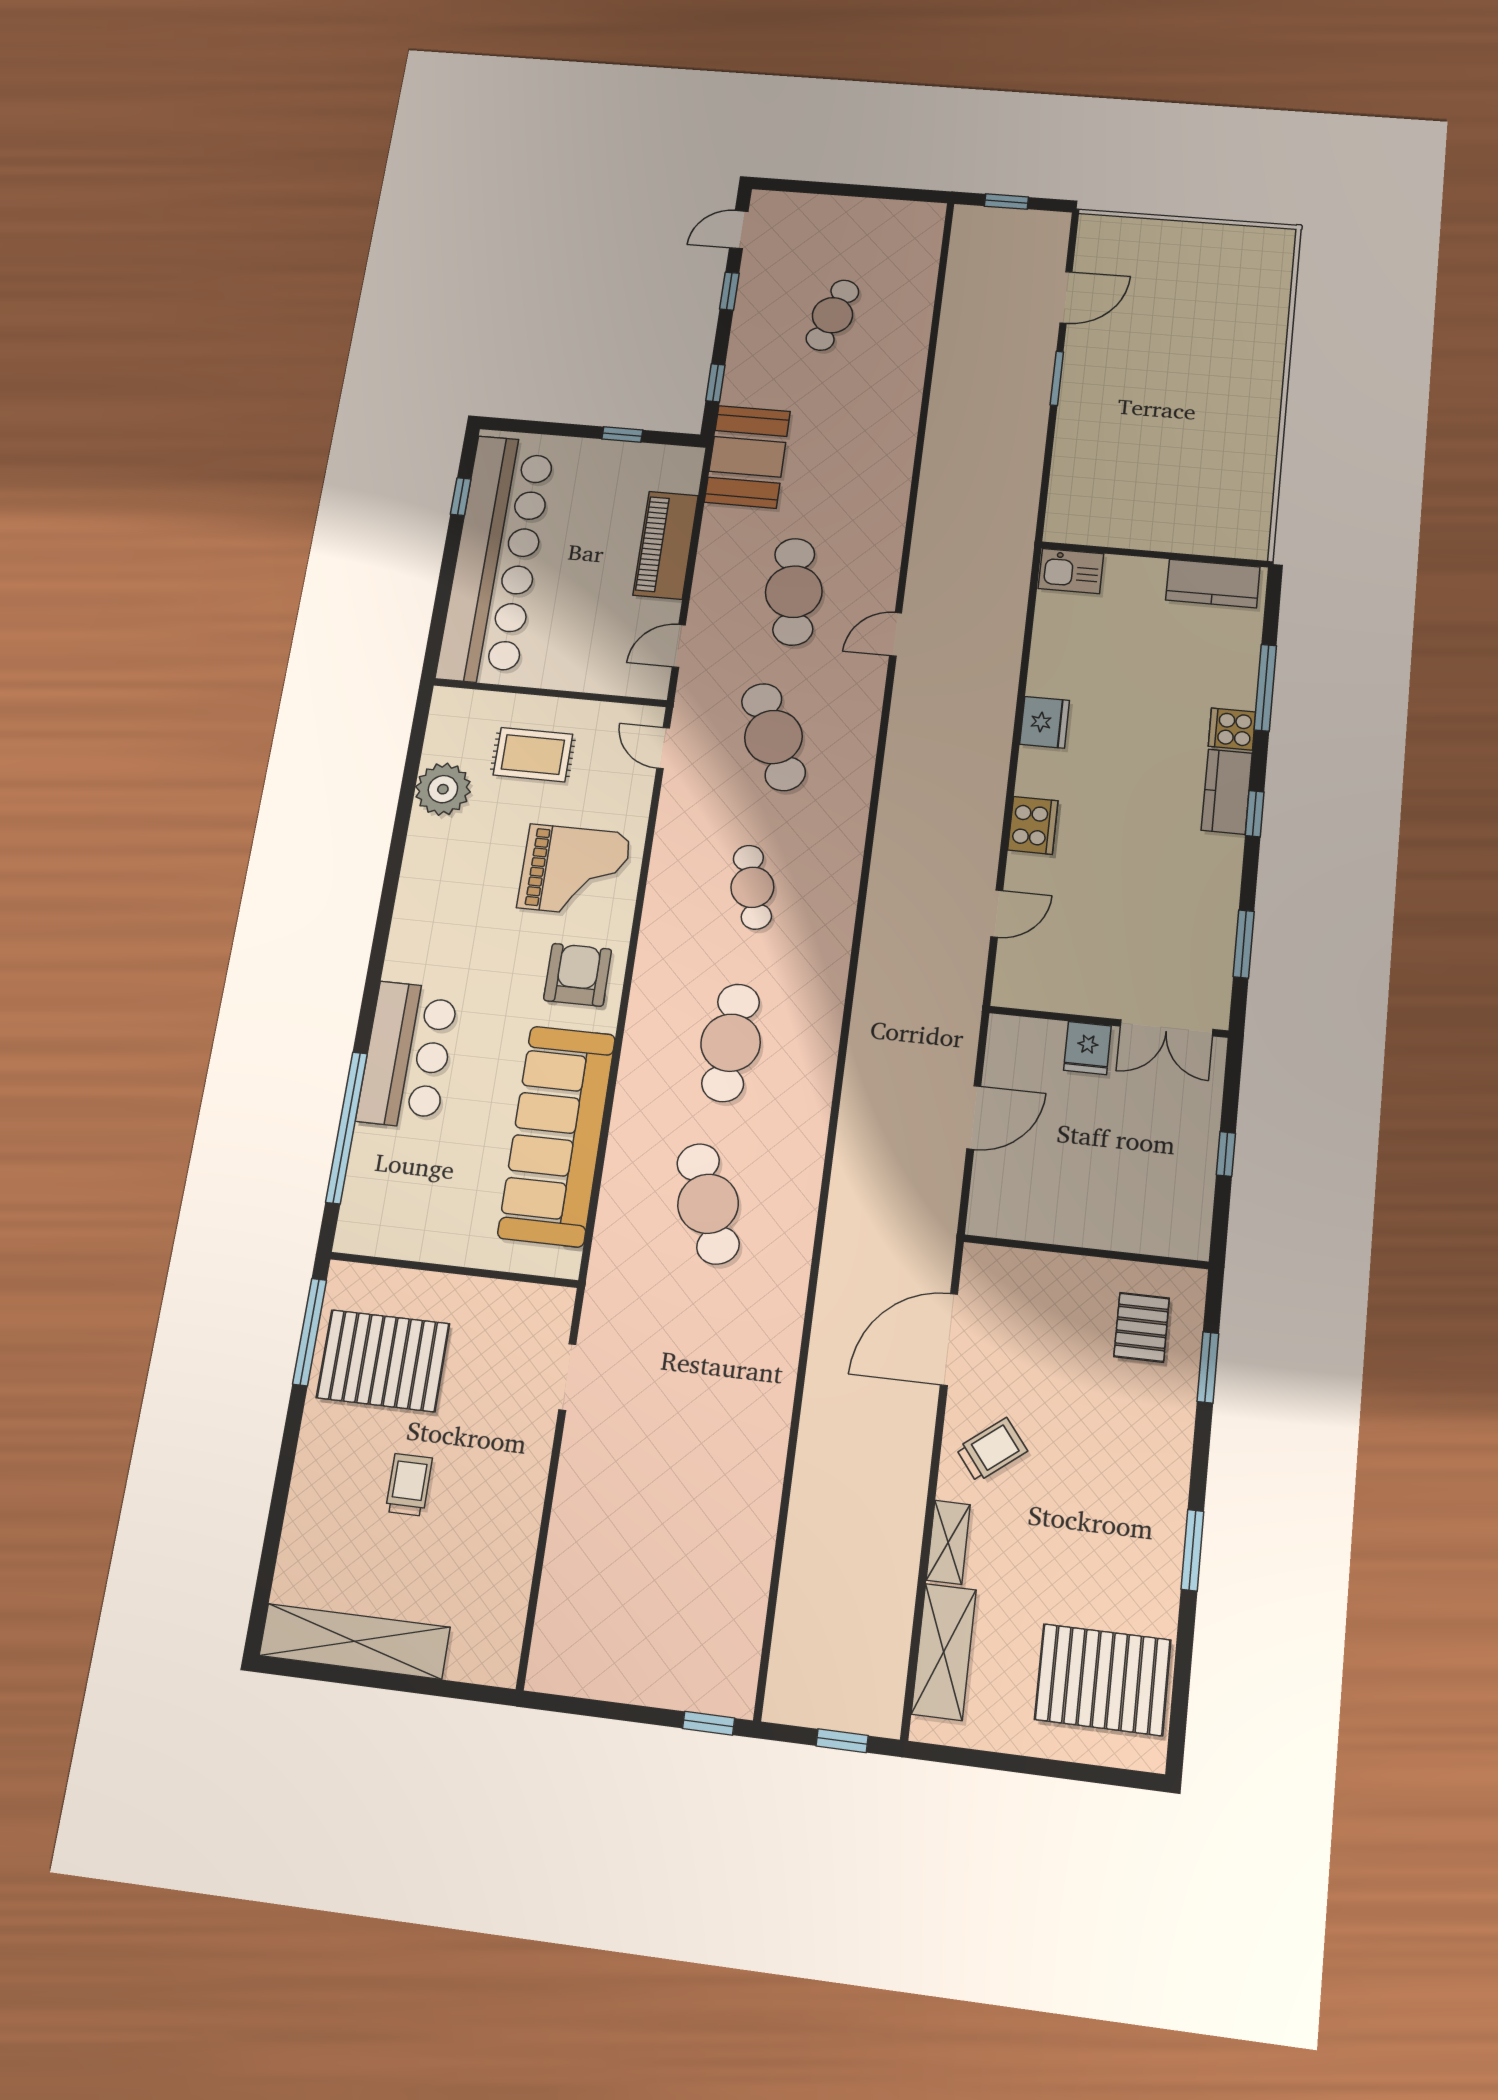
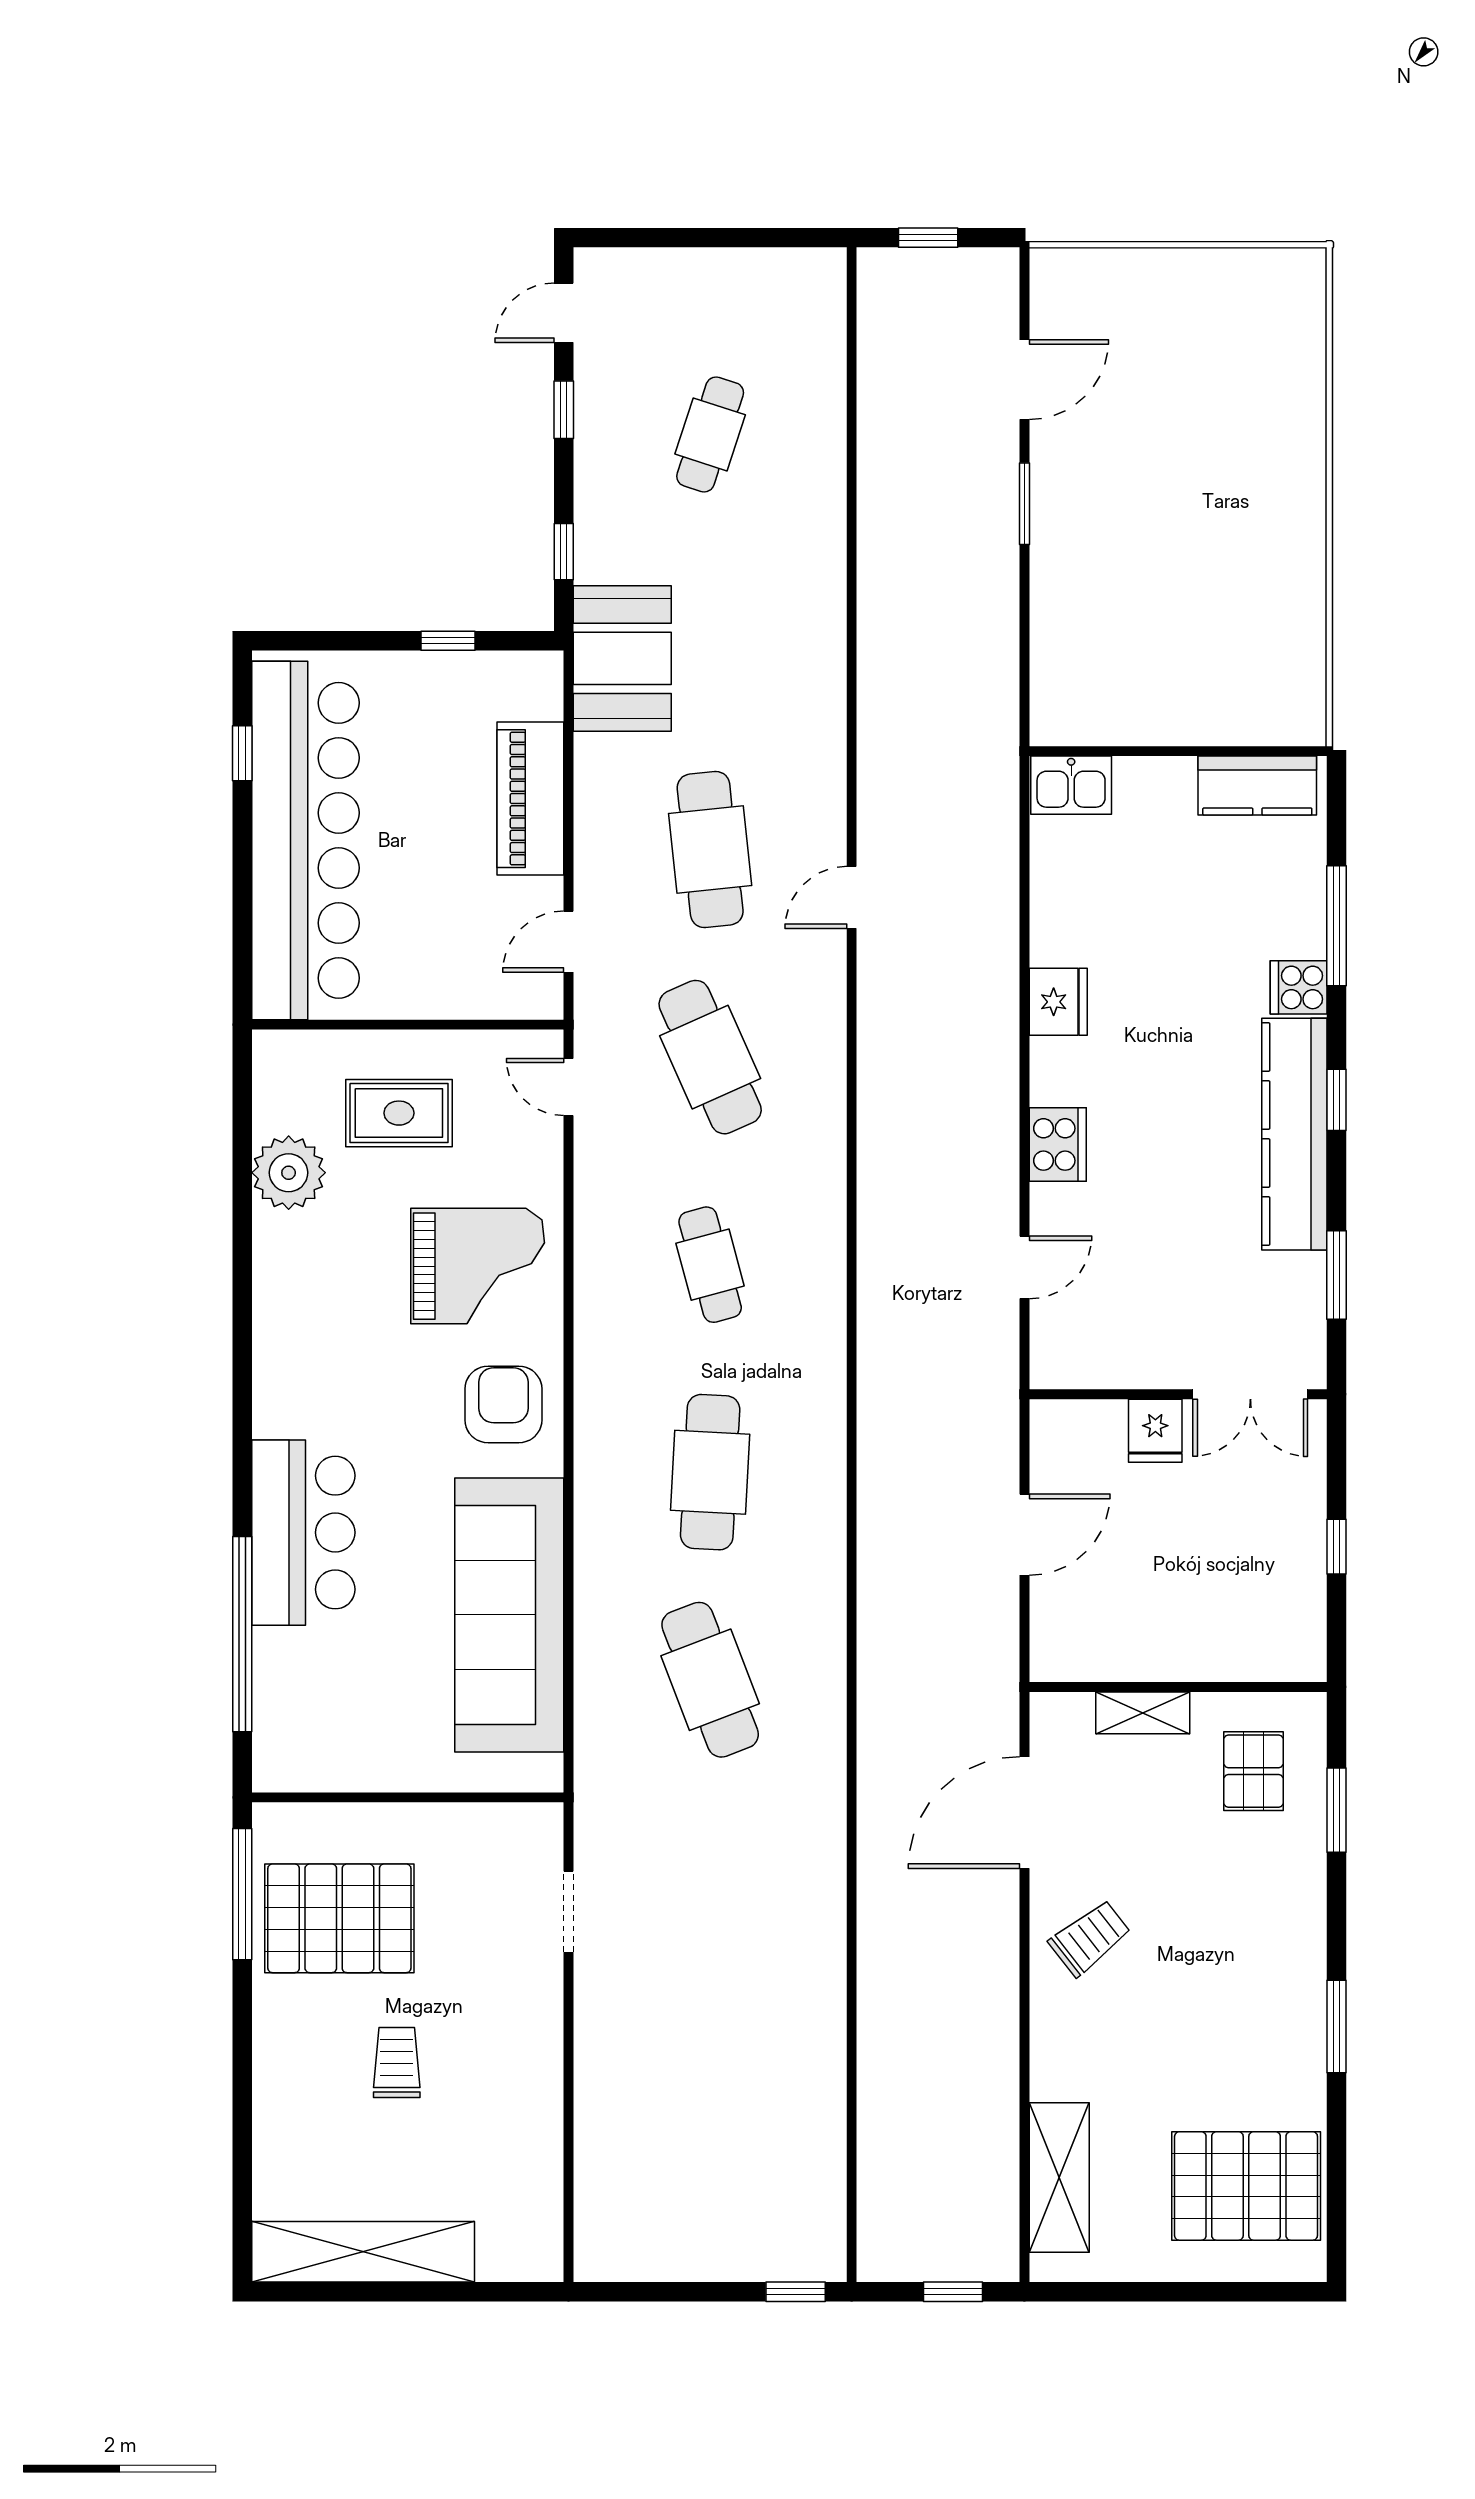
kitchen counter: (1227, 792) -> (1294, 1134), width x2.08, depth x1.17
shelving: (948, 1542) -> (1143, 1713), moved, turned 90

